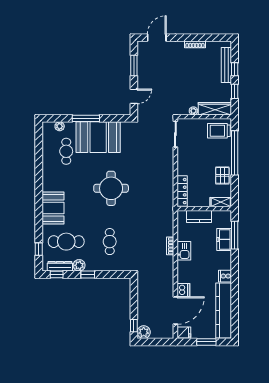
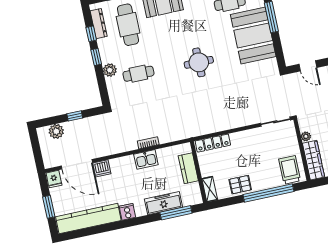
round table: (111, 188) -> (199, 62), width x0.73, depth x0.73
freezer: (224, 239) -> (163, 203), width x1.40
plant: (79, 265) -> (110, 70), moved
window: (57, 274) -> (91, 34), moved
window: (134, 326) -> (75, 116), moved
plant: (144, 332) -> (56, 131), moved

